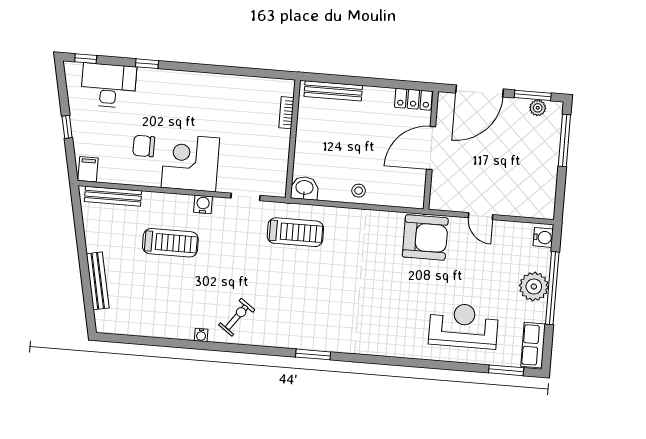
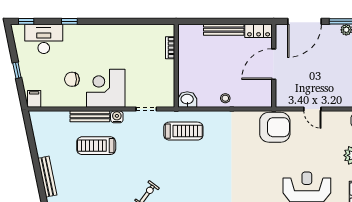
bench: (333, 91) -> (224, 30), moved
bench: (113, 196) -> (90, 116), moved
treadmill: (170, 243) -> (96, 146), turned 180

